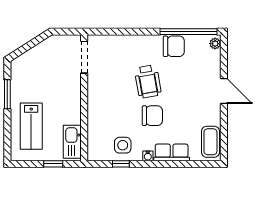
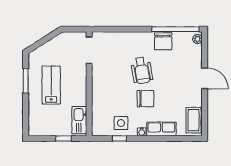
chair: (174, 46) -> (163, 41), turned 90
lab bench: (31, 126) -> (51, 85), moved, turned 180

